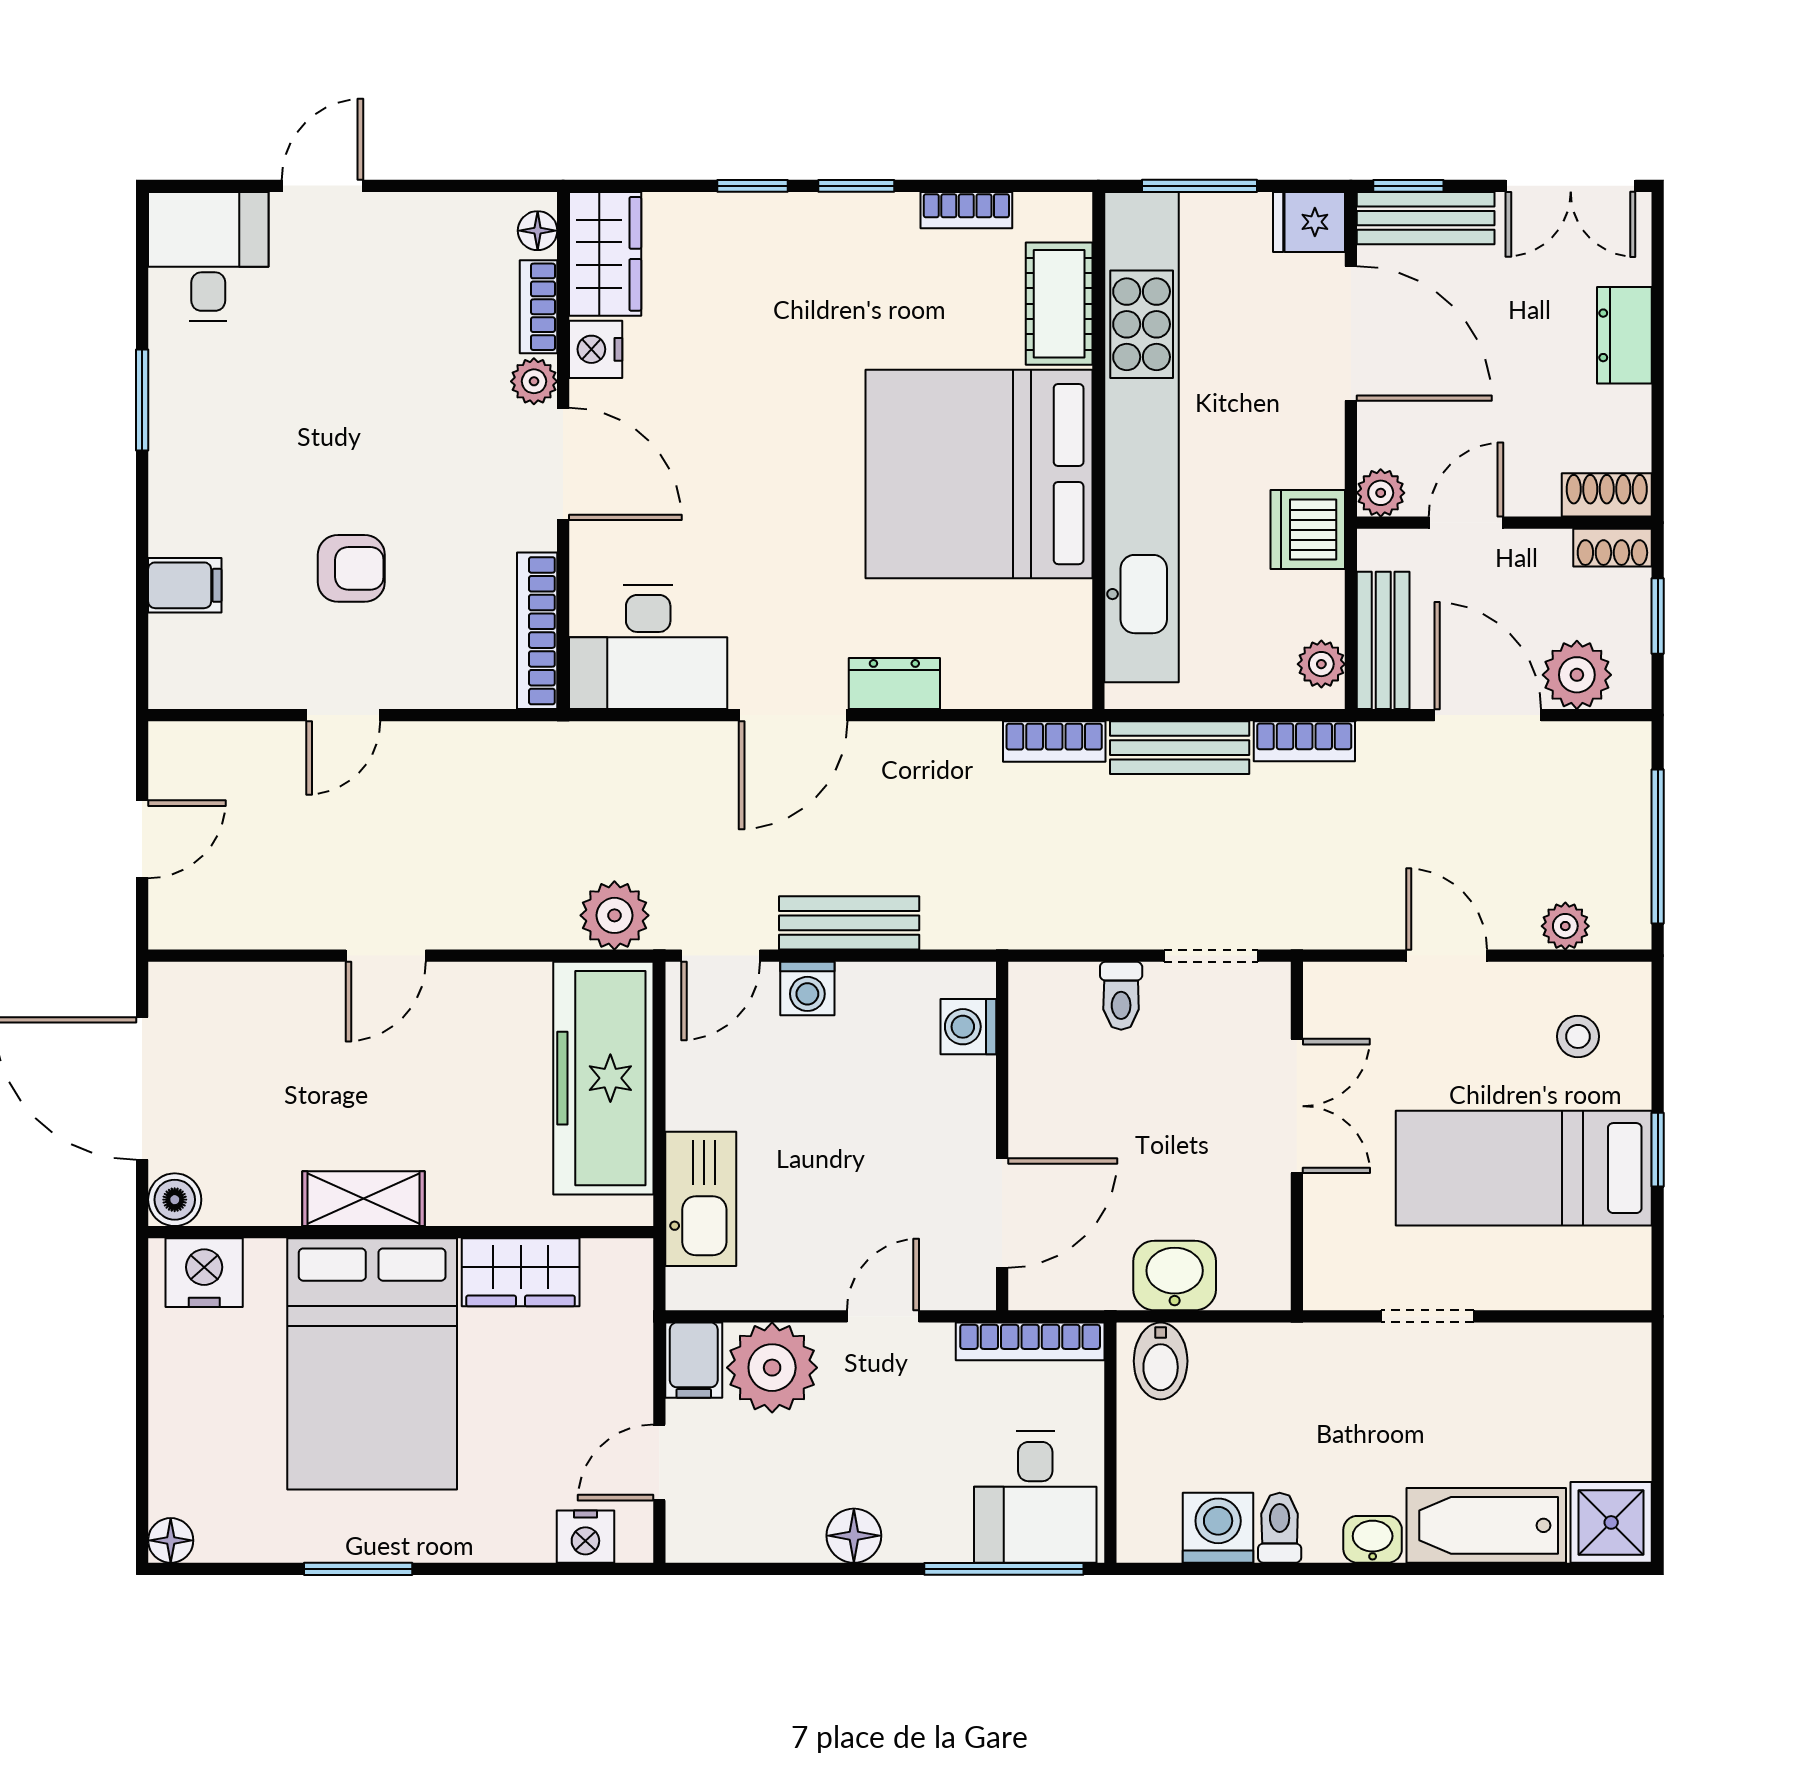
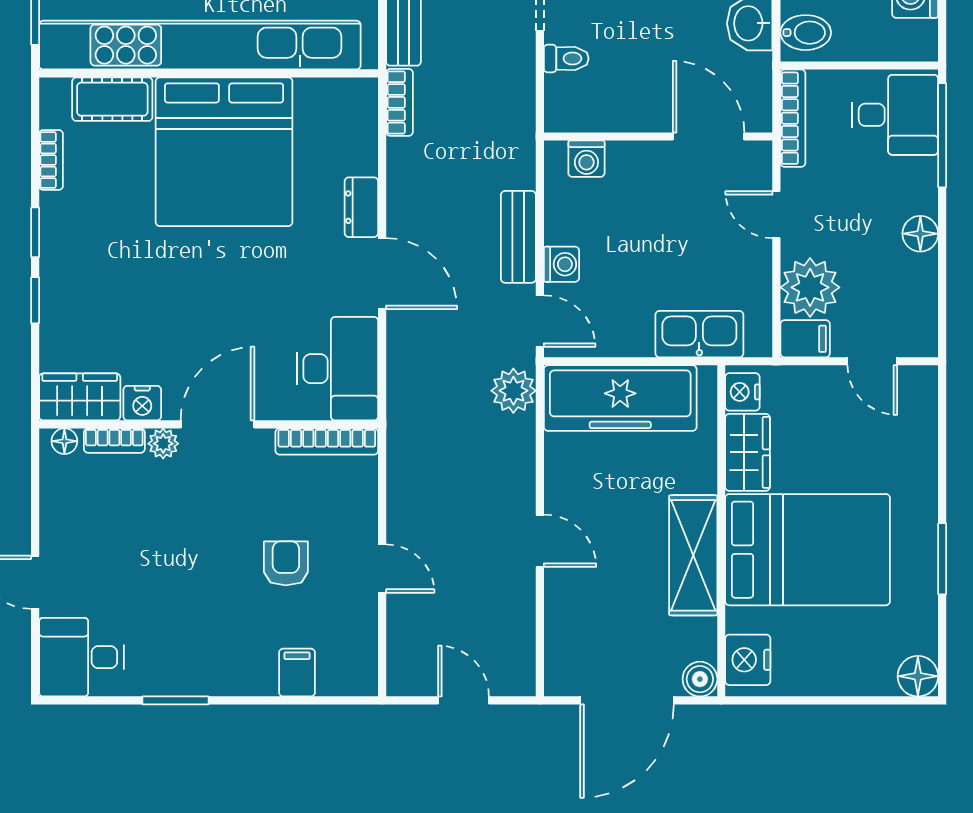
shelving: (364, 1199) -> (693, 555), width x1.50, depth x1.33
nightstand: (585, 1537) -> (742, 392), moved, turned 180
floor lamp: (171, 1540) -> (918, 676), width x1.37, depth x1.37

